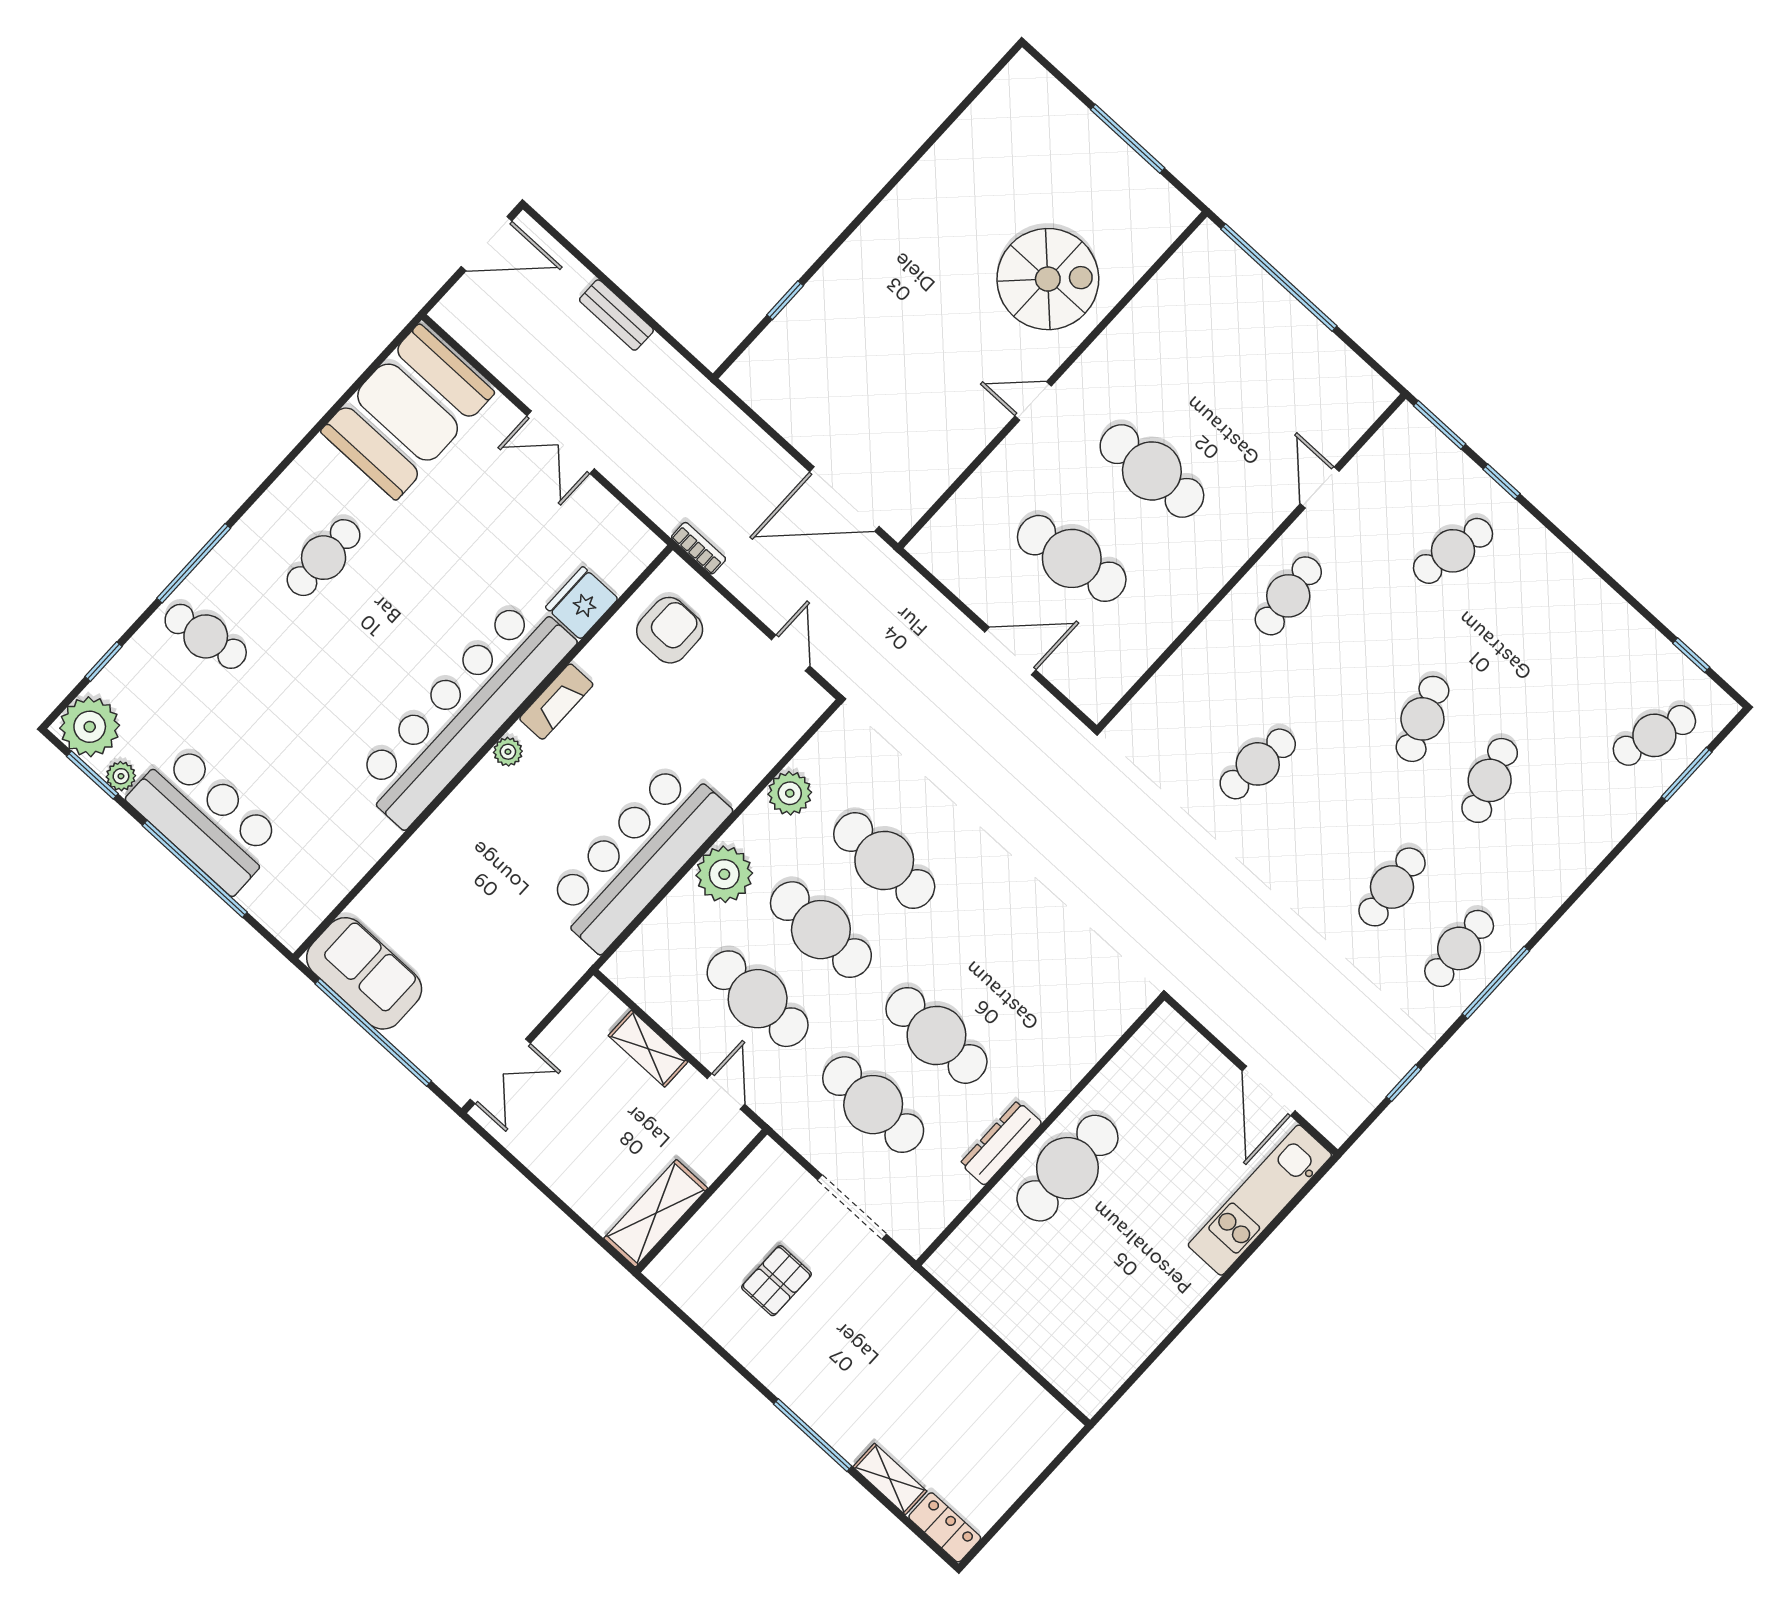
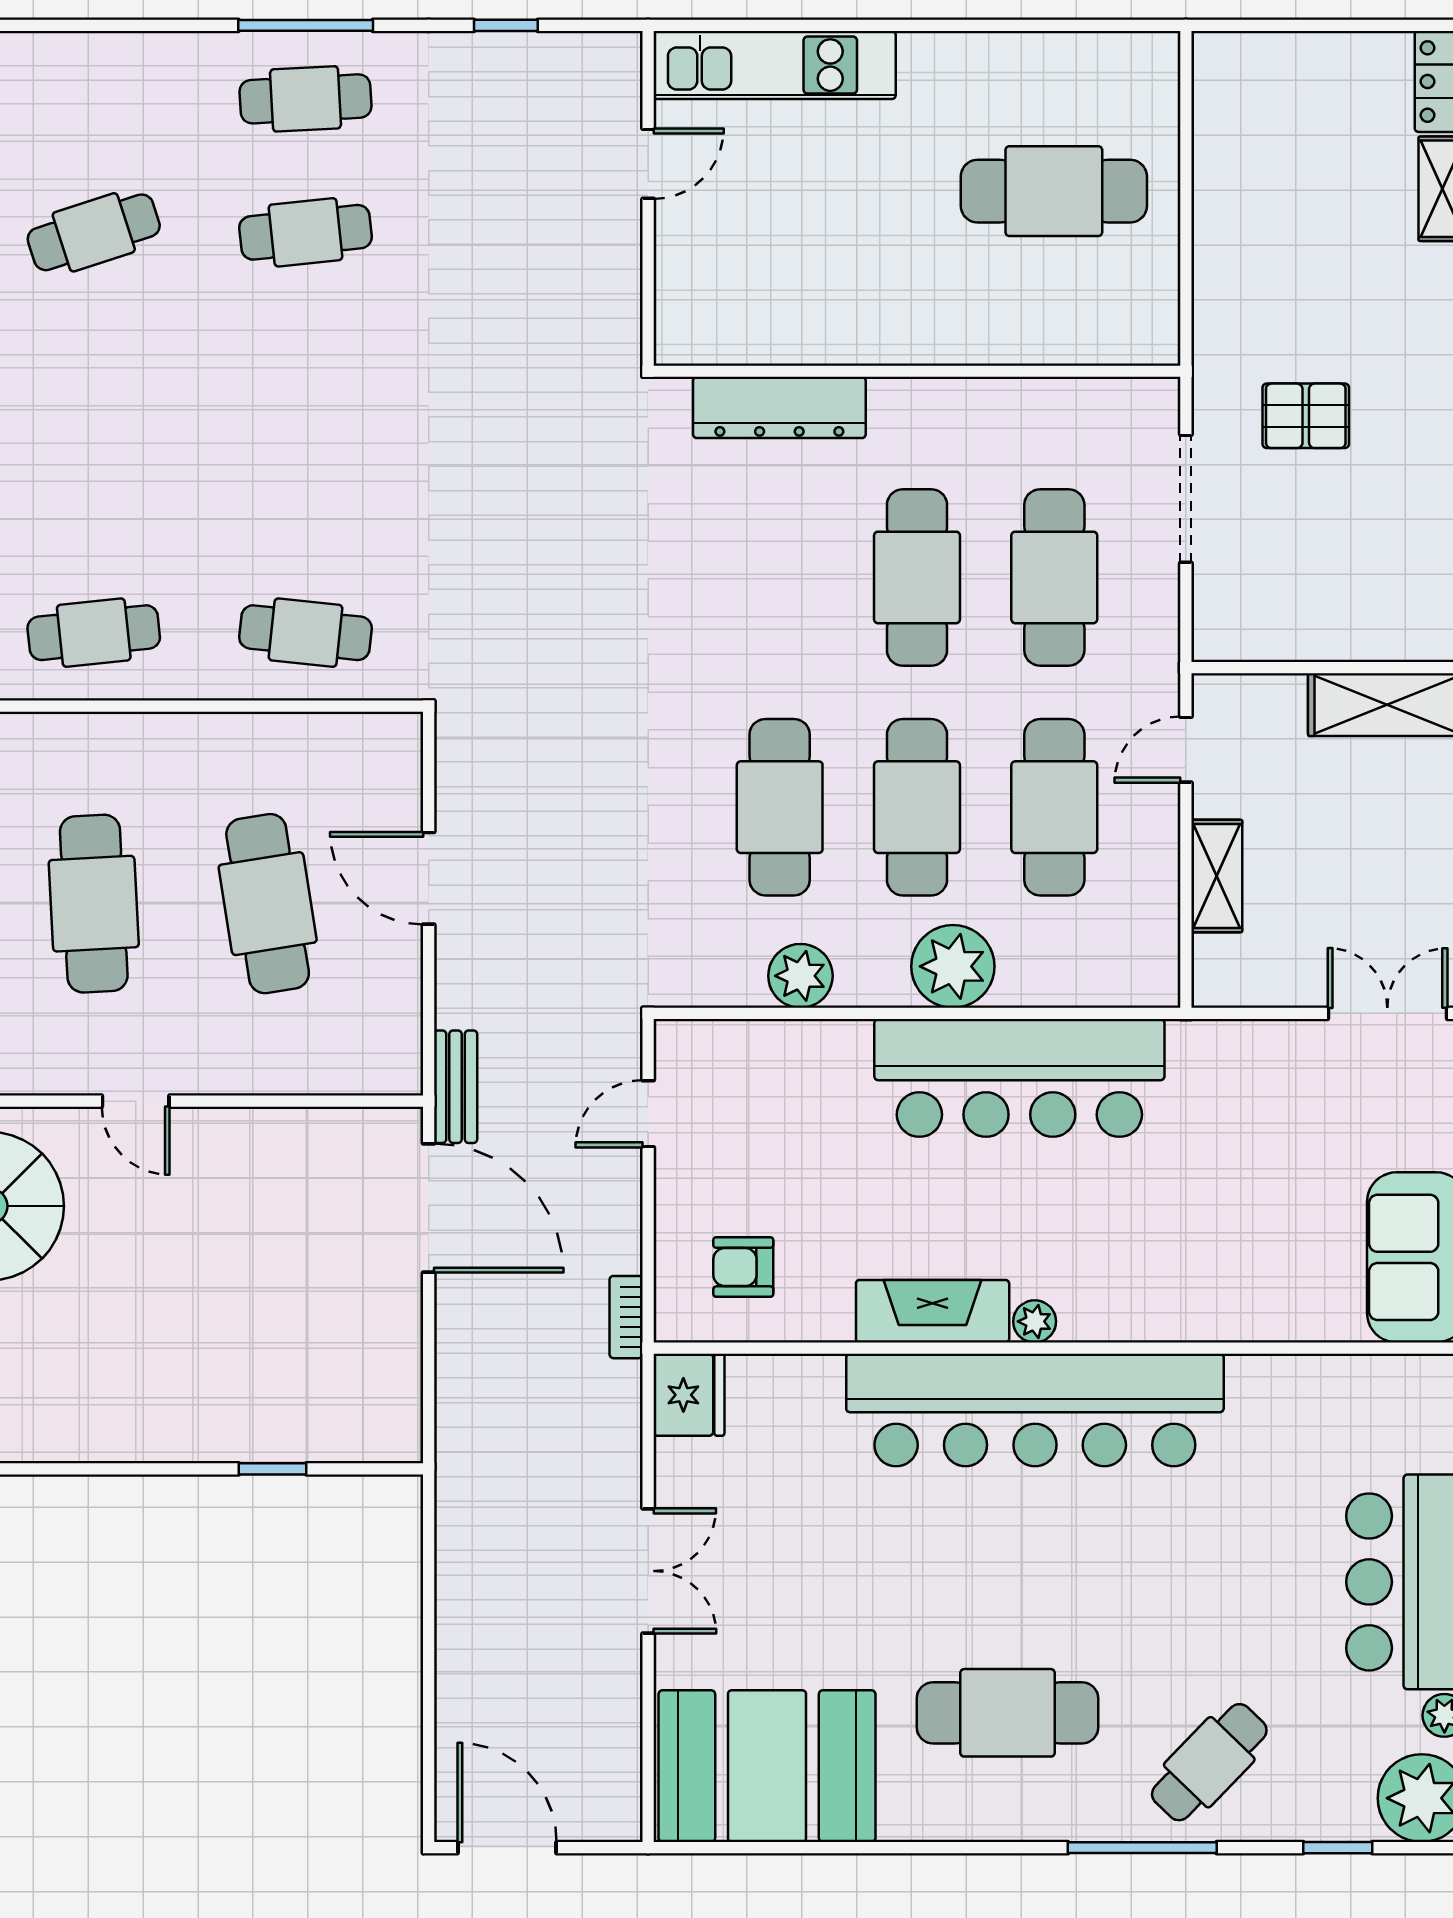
bench: (616, 315) -> (456, 1087), moved
cafe table: (324, 558) -> (1007, 1713), width x1.37, depth x1.35
fridge: (582, 603) -> (689, 1395), moved, turned -90
armchair: (670, 630) -> (743, 1267), width x0.72, depth x0.72
cafe table: (206, 636) -> (1209, 1762), turned 53
fireplace: (556, 702) -> (933, 1311), width x1.37, depth x1.32
cafe table: (1422, 719) -> (94, 366), removed
cafe table: (1258, 764) -> (306, 633), moved
door: (1269, 1091) -> (648, 164), width x0.73
dresser: (1001, 1143) -> (779, 407), moved, width x1.37, depth x1.24
cafe table: (1067, 1168) -> (1054, 191), moved
pallet: (777, 1281) -> (1306, 416), moved

